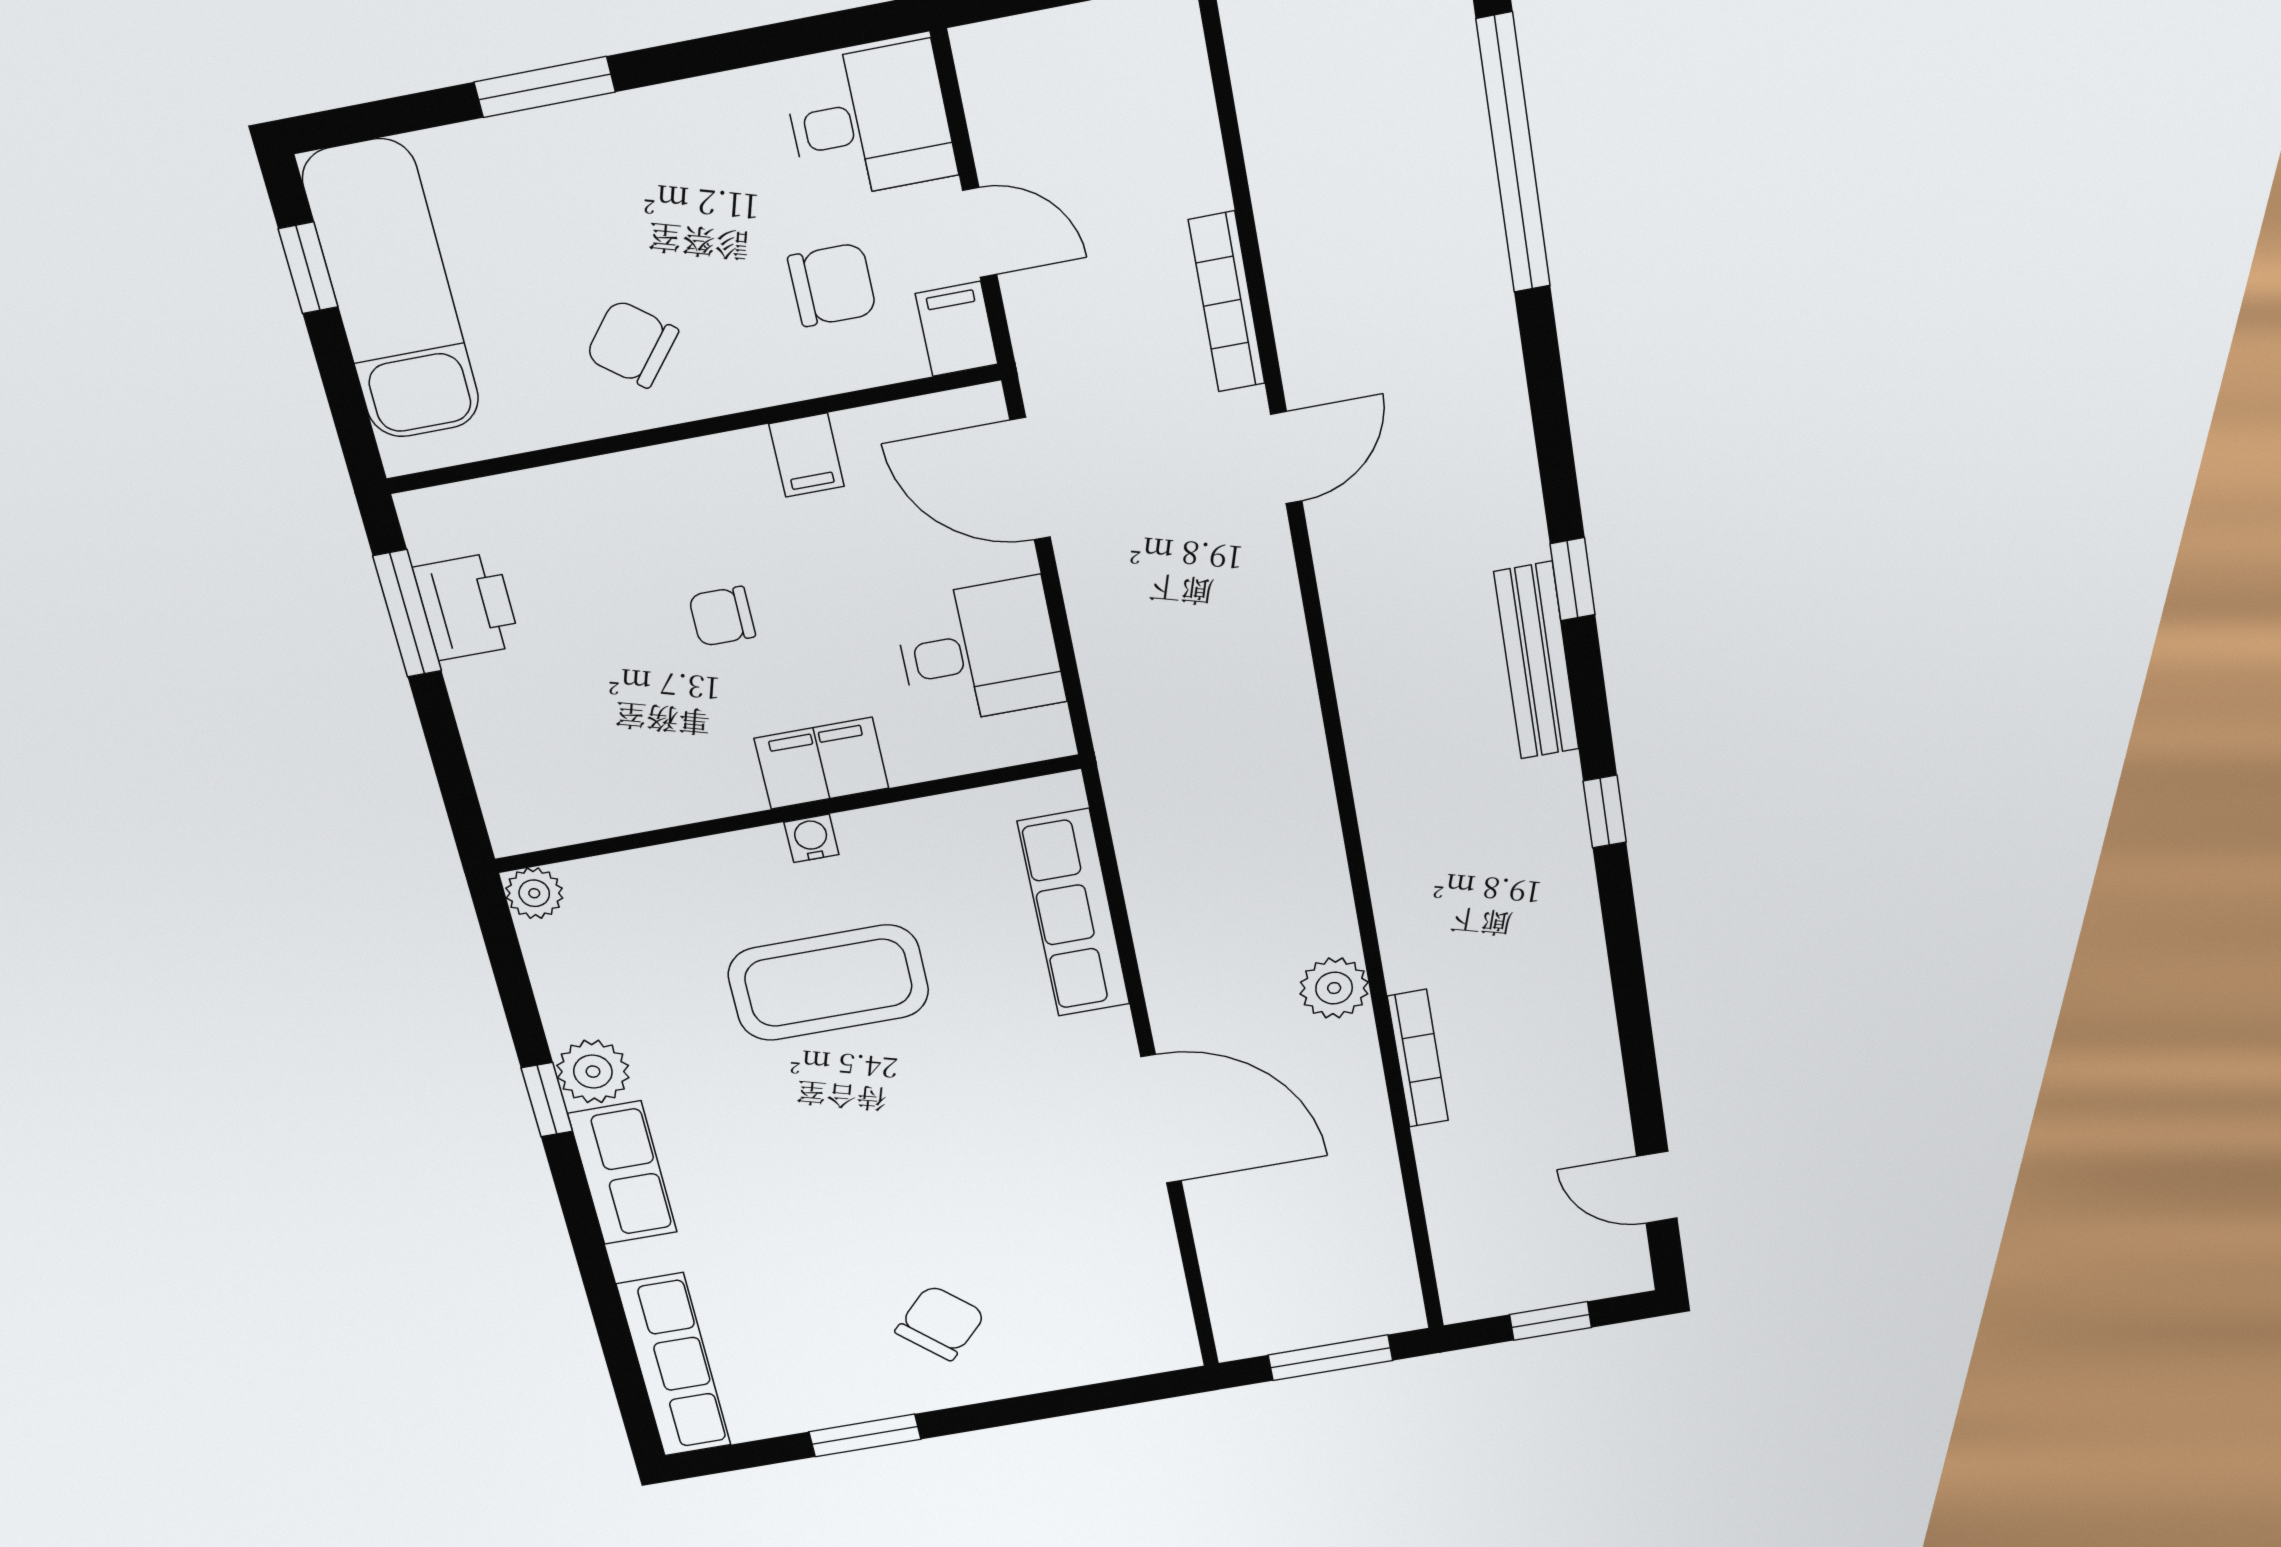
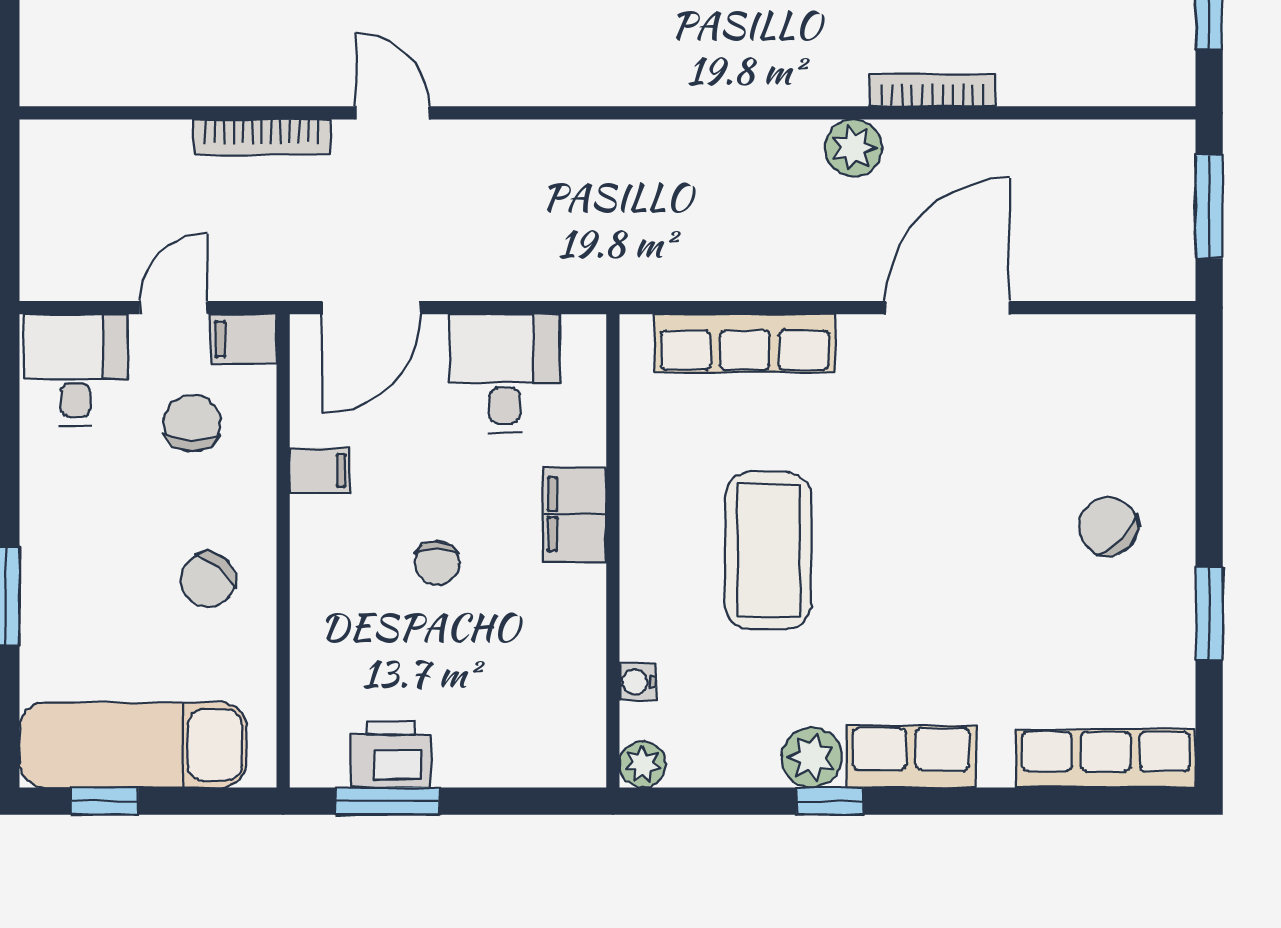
water cooler: (811, 838) -> (638, 682), moved

